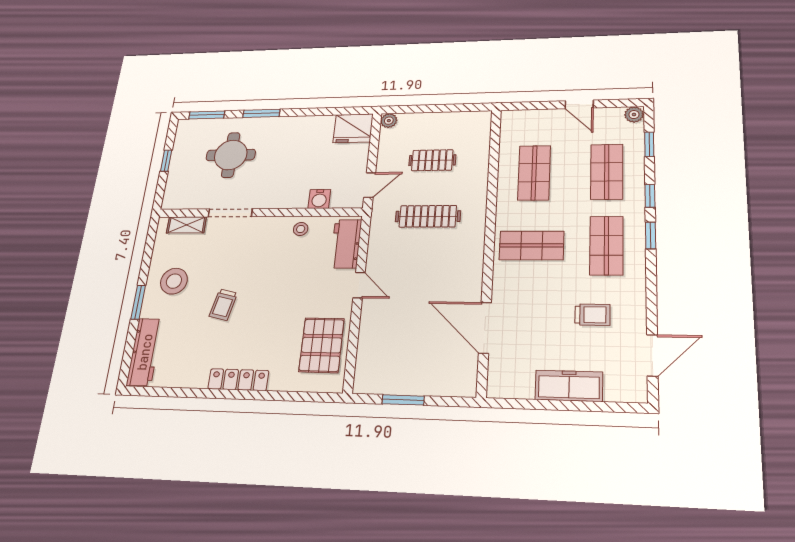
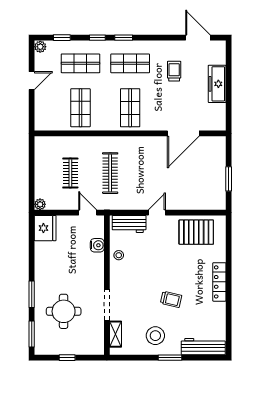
shop shelf: (534, 173) -> (80, 108), turned 90

